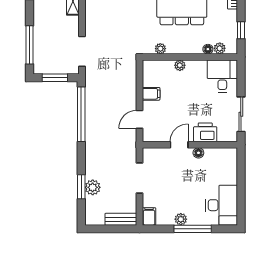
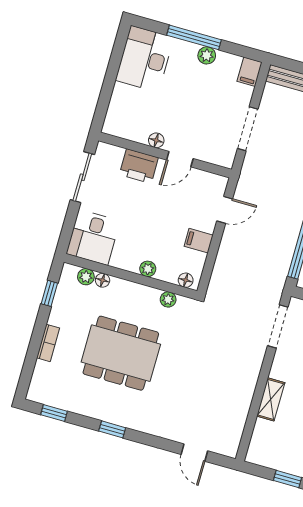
floor lamp: (152, 65) -> (186, 280), added

